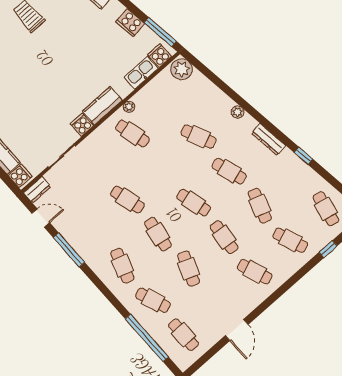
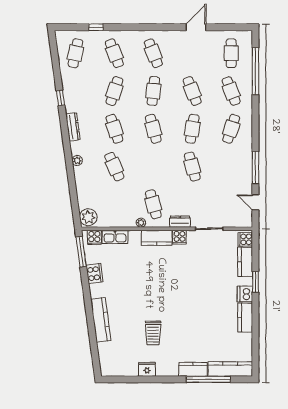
dresser: (37, 190) -> (180, 222), moved
cafe table: (189, 269) -> (192, 91), turned -42

